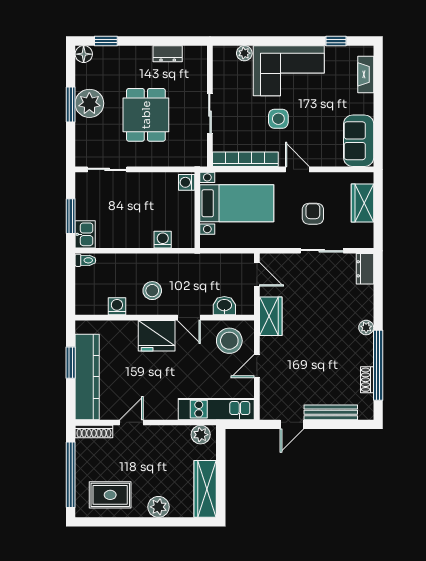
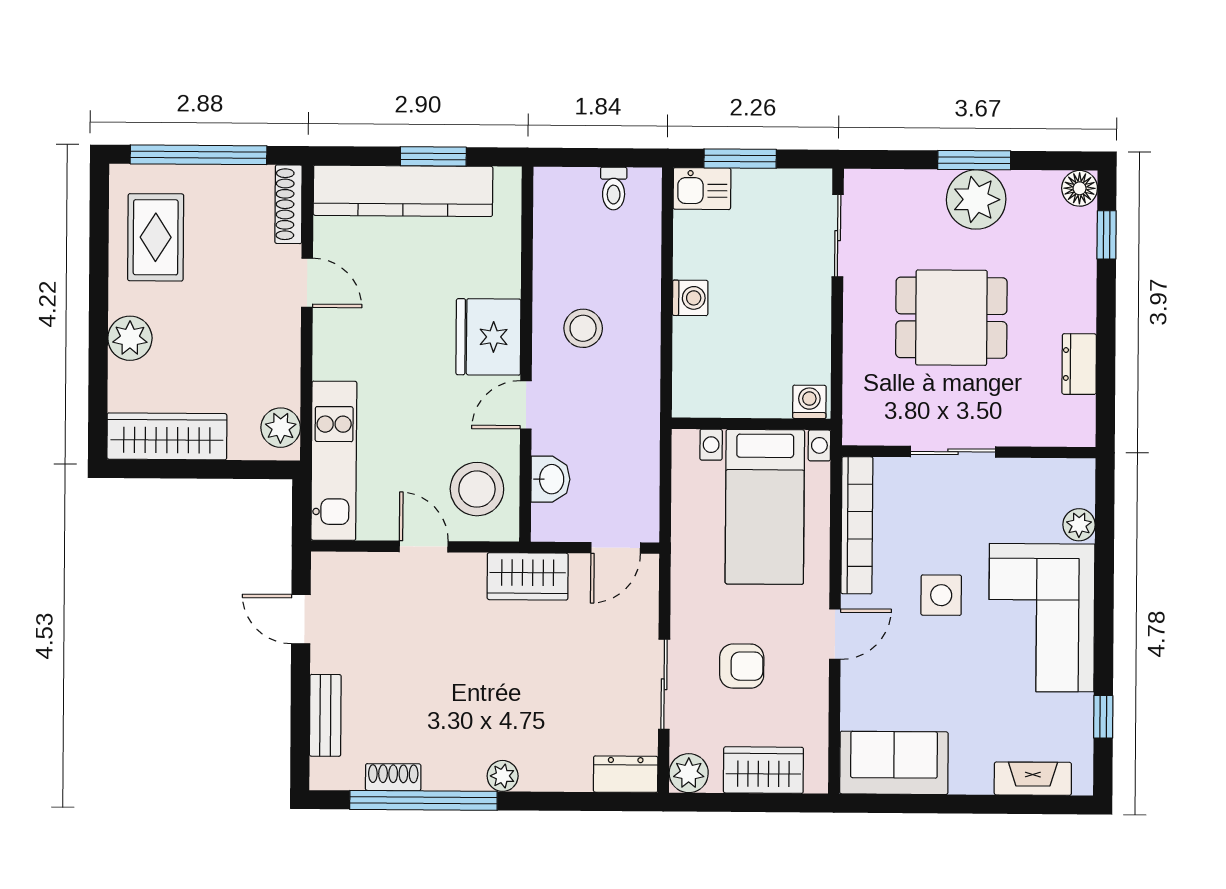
plant: (364, 239) -> (689, 773), added
washing machine: (163, 240) -> (690, 298), moved
toilet: (85, 260) -> (614, 189), moved
washing machine: (117, 306) -> (551, 254), removed
bench: (331, 412) -> (325, 715), width x0.73

